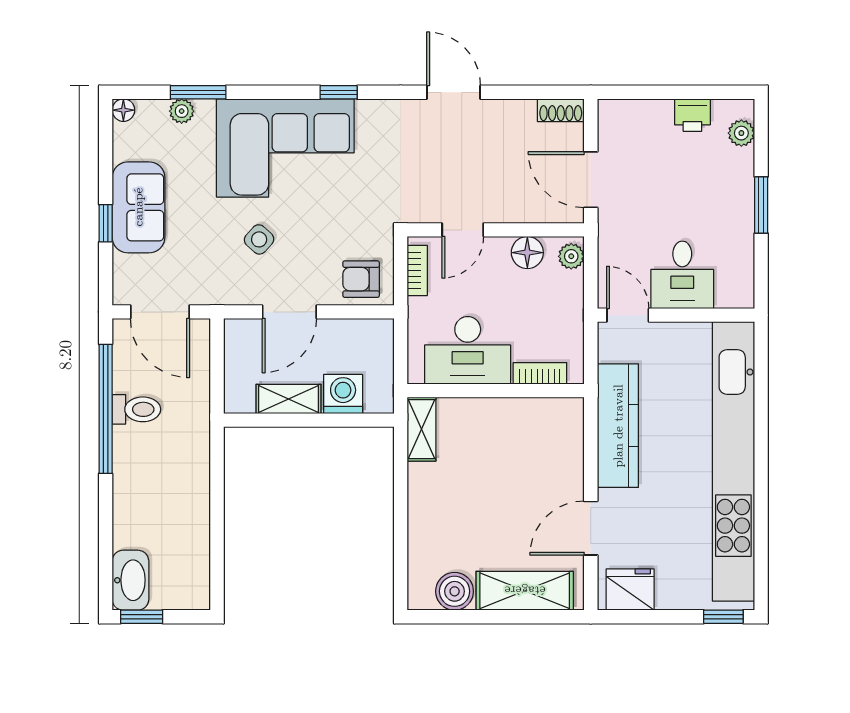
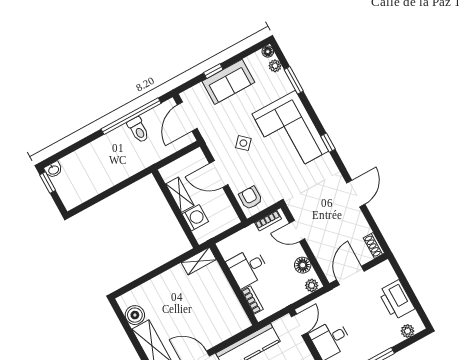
plant: (182, 111) -> (275, 66), moved
printer: (692, 115) -> (396, 300), width x1.87, depth x1.48
desk: (468, 350) -> (248, 268), width x0.73
washbasin: (130, 580) -> (53, 170), width x0.52, depth x0.69

